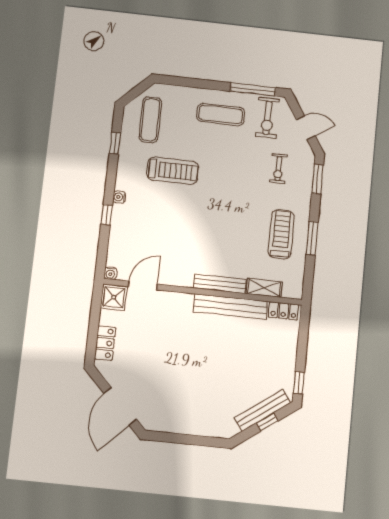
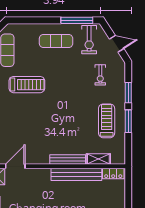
window: (318, 179) -> (128, 93), moved

